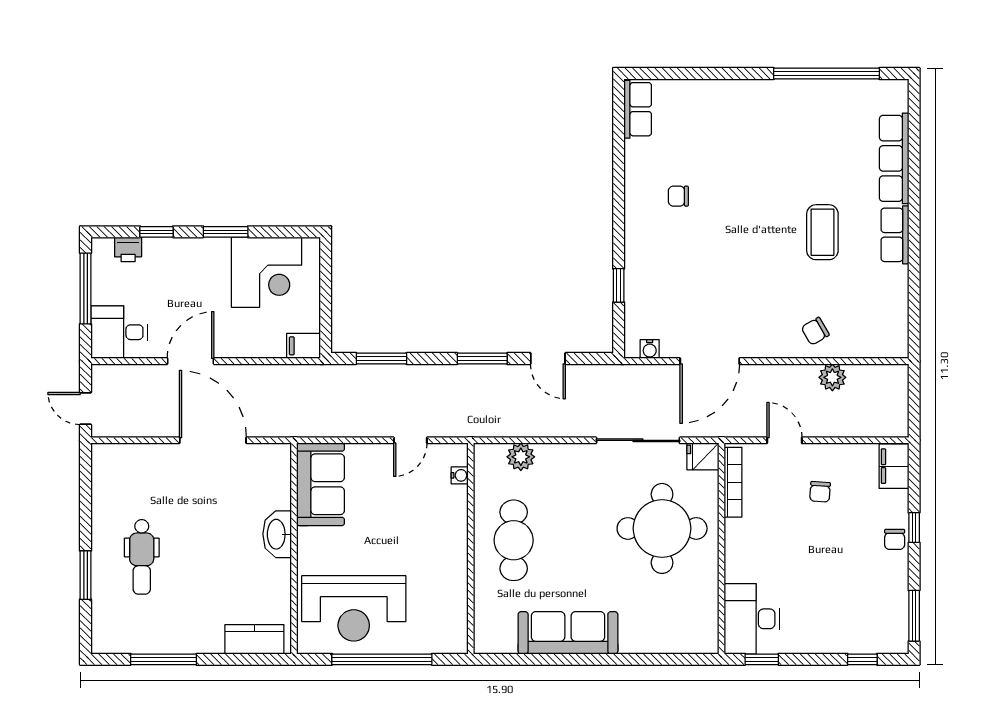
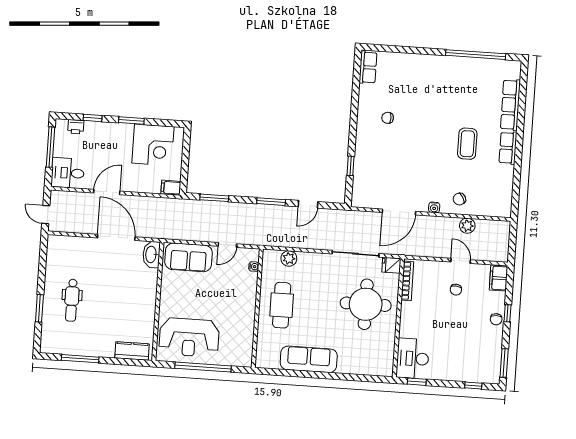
water cooler: (650, 349) -> (434, 207), moved
door: (548, 358) -> (308, 204), hinge flipped
door: (784, 440) -> (461, 261), moved
sofa: (321, 484) -> (189, 257), moved, turned 90
washbasin: (277, 534) -> (151, 254), moved

